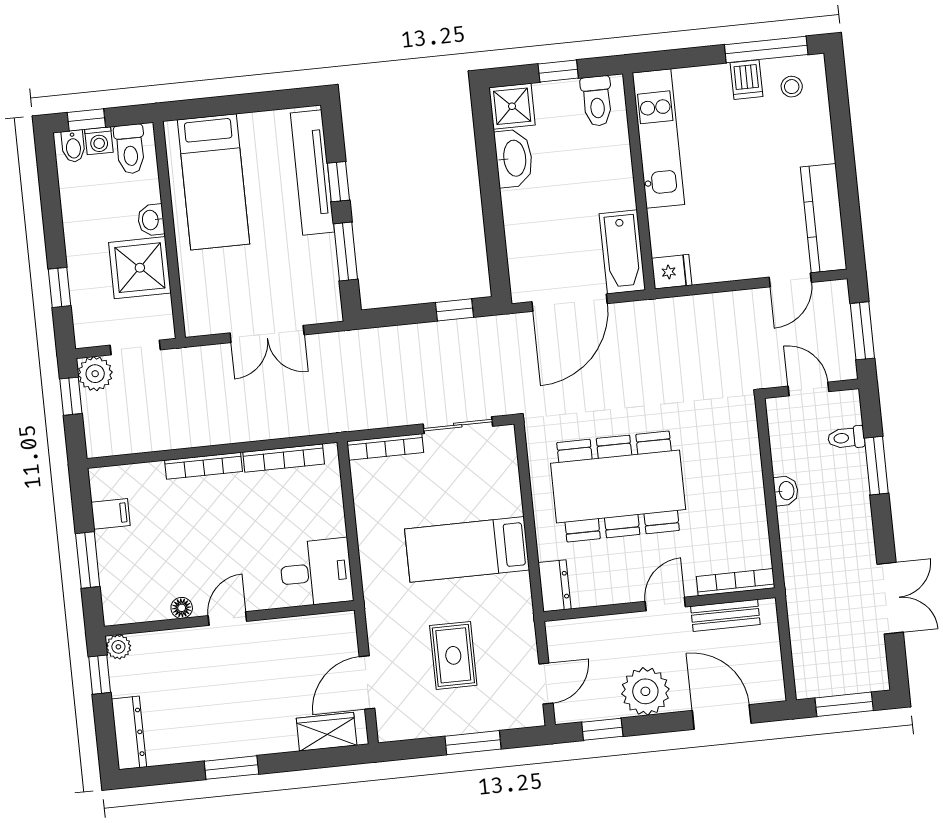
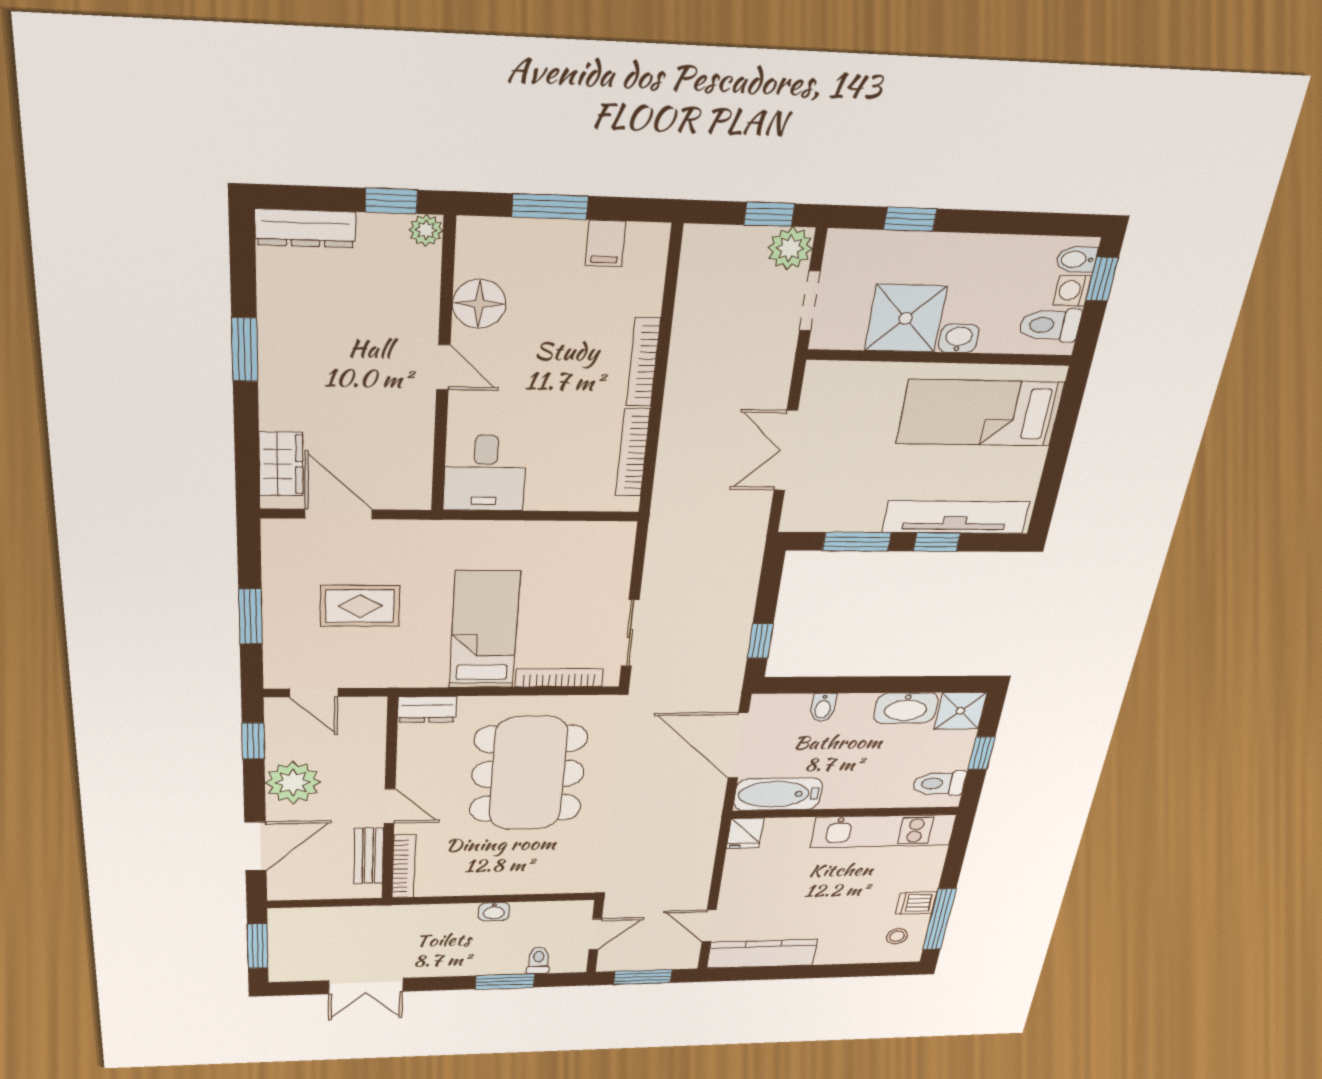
bidet: (520, 235) -> (823, 707), added
bookcase: (385, 447) -> (559, 678), moved, turned 90
floor lamp: (182, 608) -> (479, 304), width x1.89, depth x1.89

